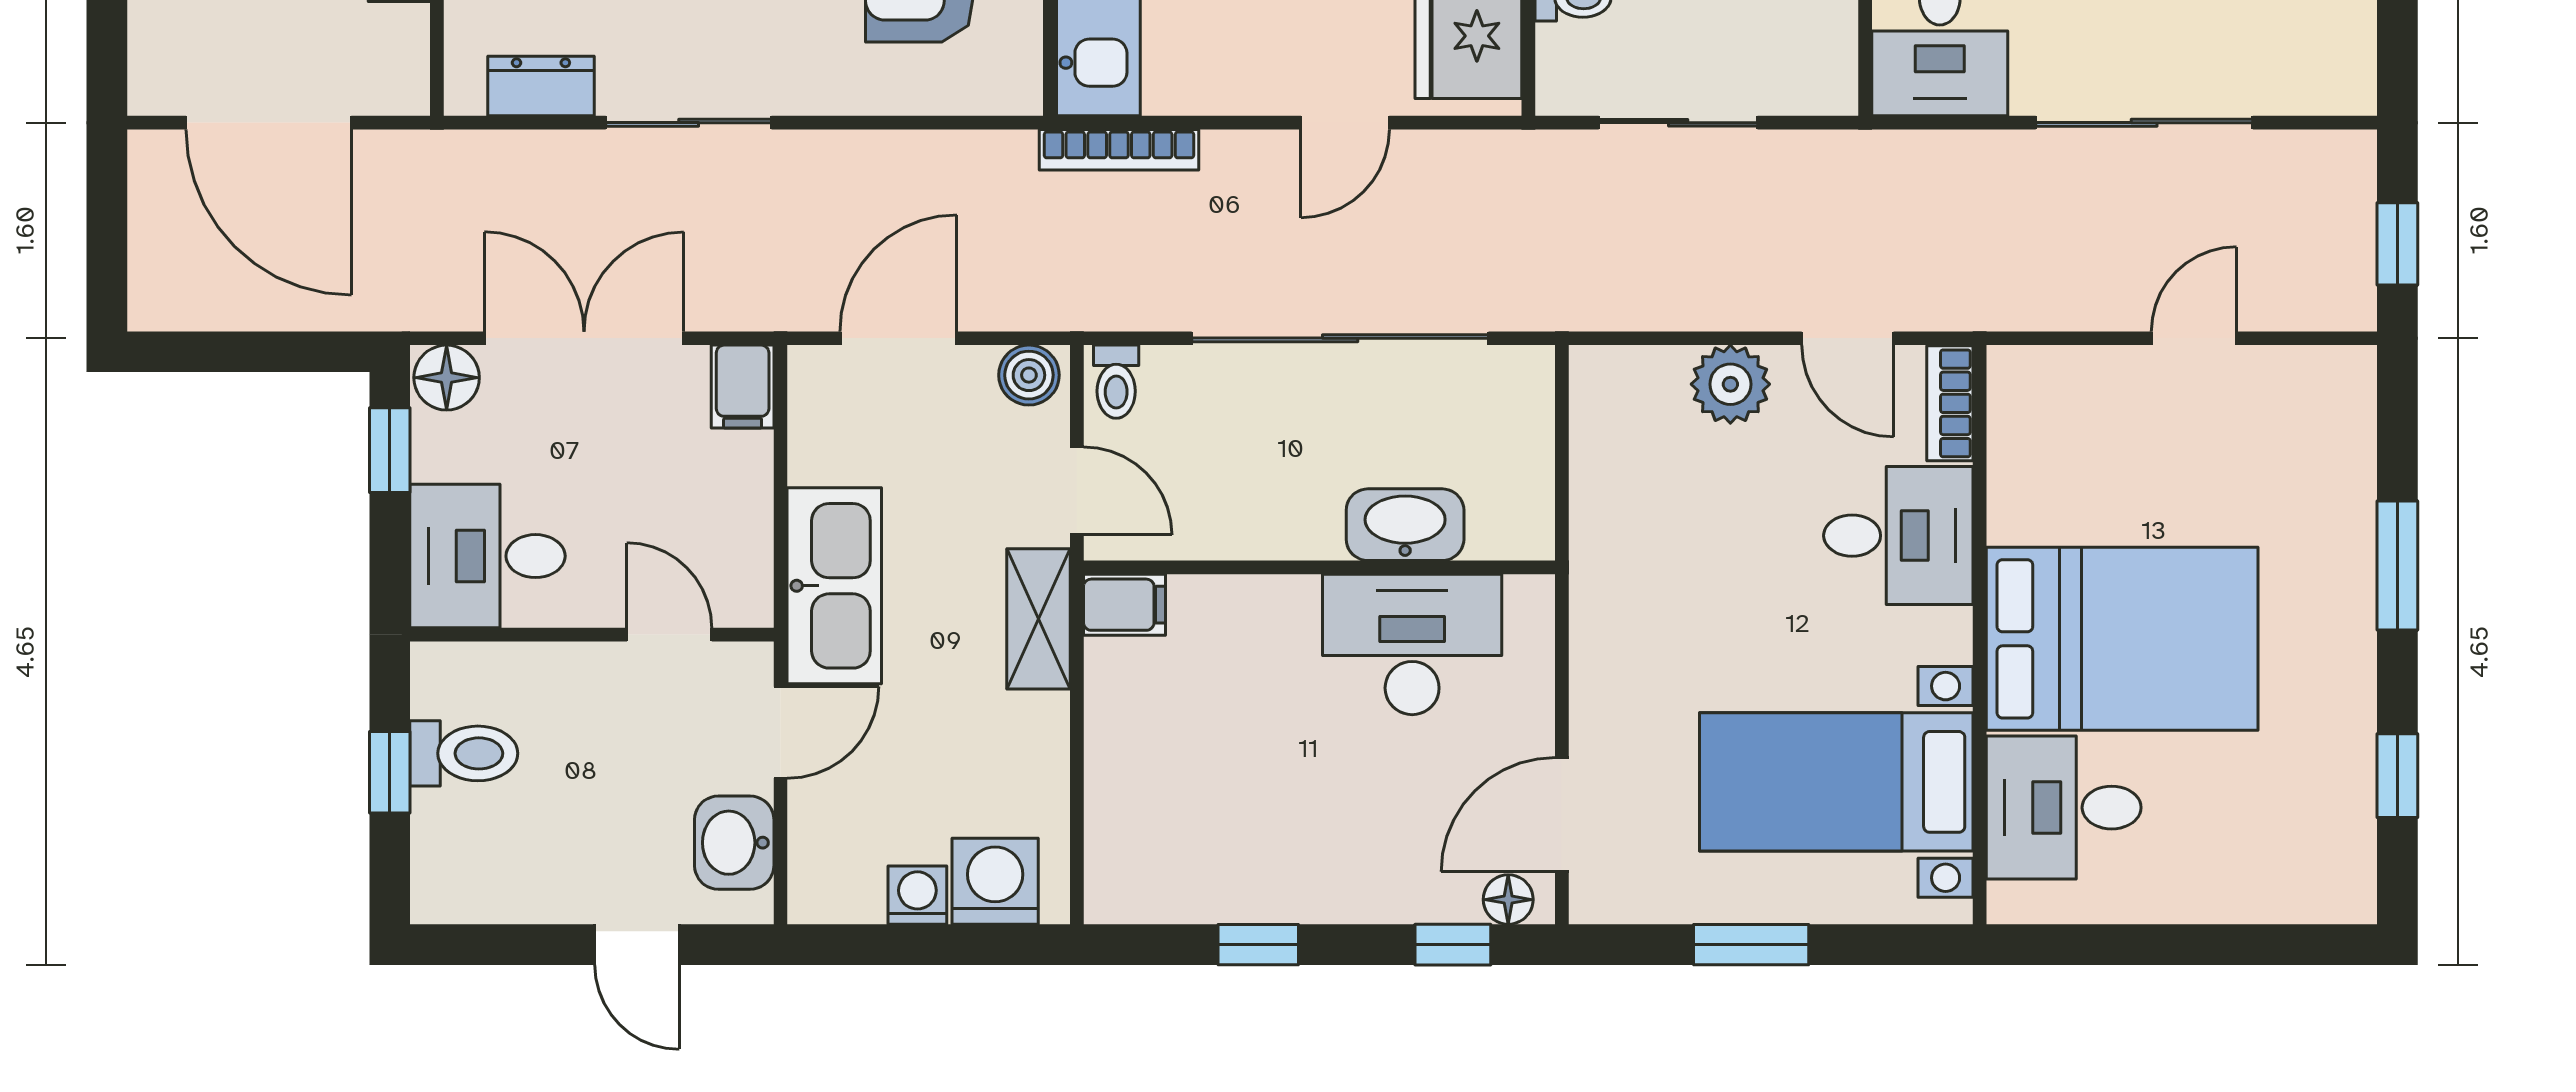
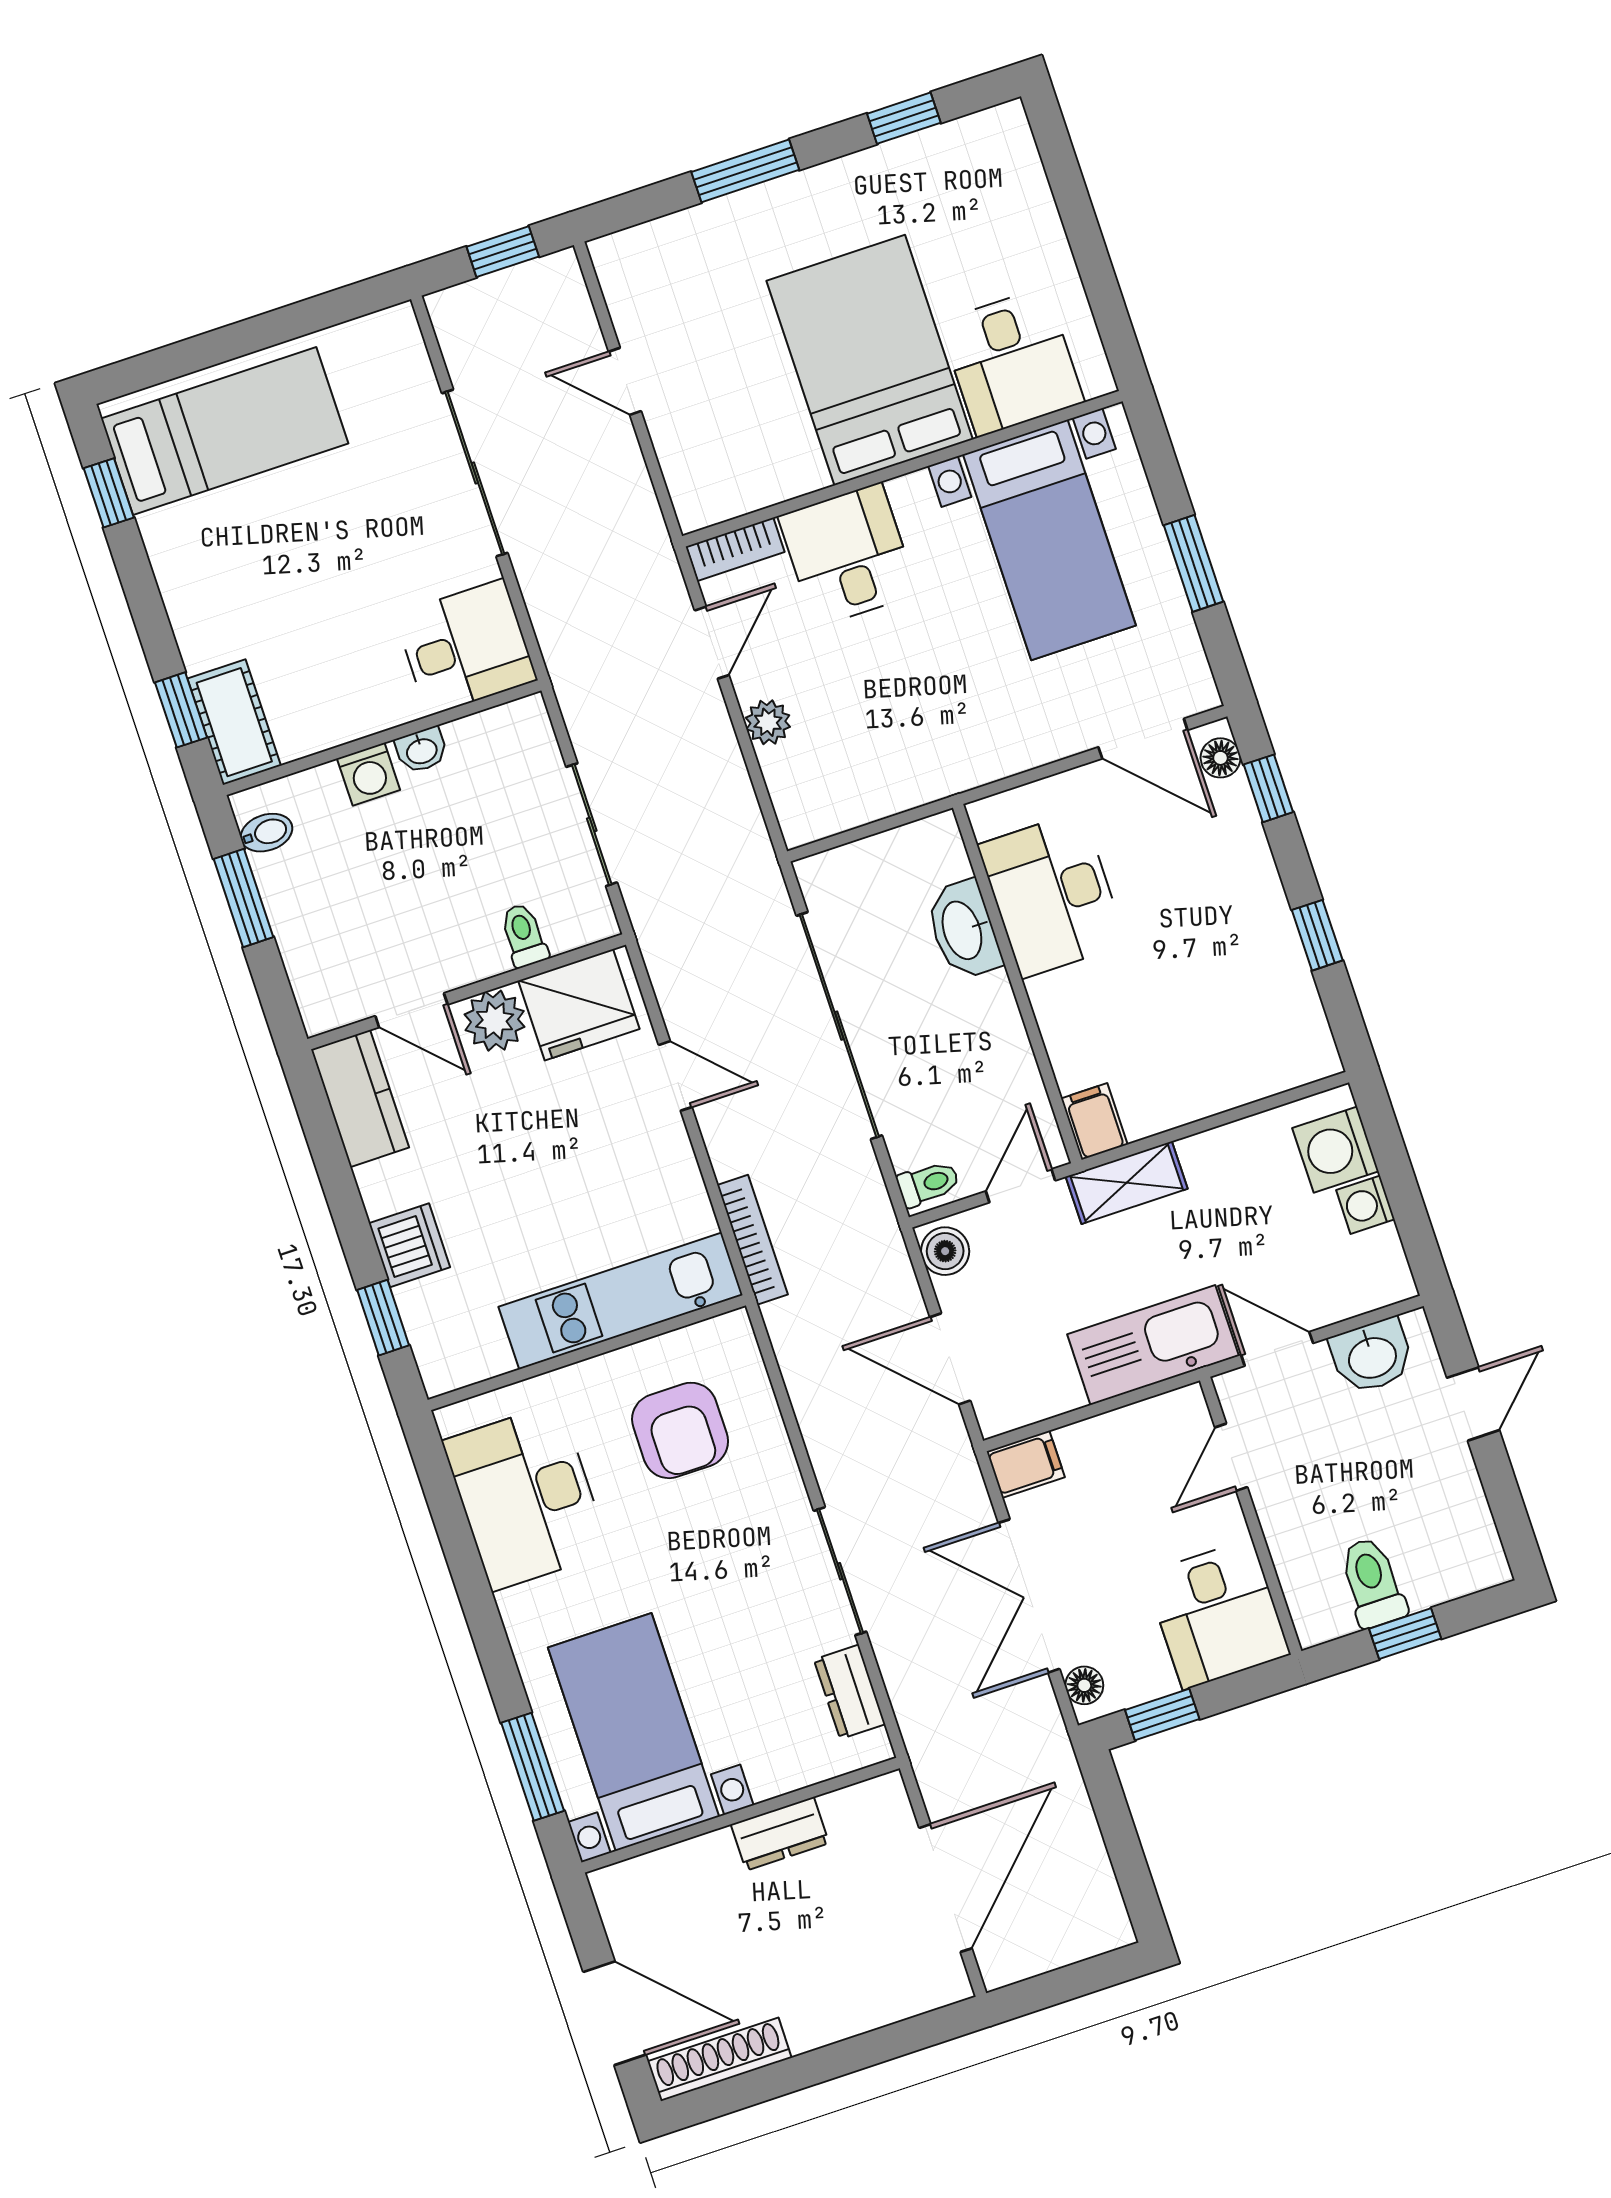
floor lamp: (447, 378) -> (1084, 1685), width x0.73, depth x0.73
plant: (1730, 384) -> (768, 722), width x0.73, depth x0.73

